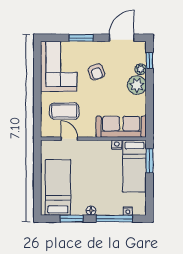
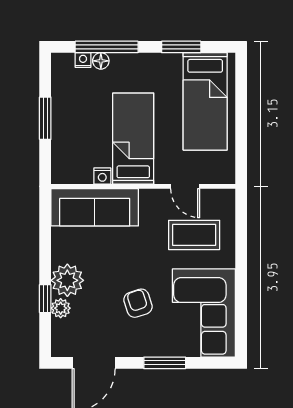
window: (149, 61) -> (45, 299), moved
window: (149, 161) -> (45, 118), moved
bed: (134, 166) -> (133, 139), moved
floor lamp: (91, 211) -> (101, 61), moved

